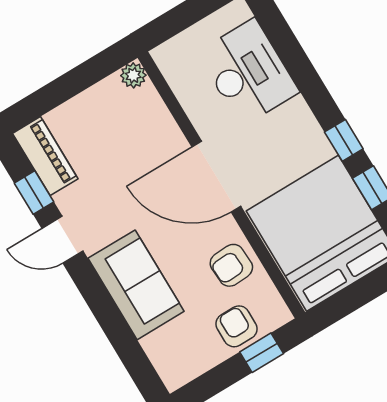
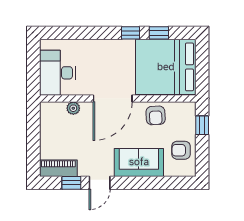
desk: (248, 72) -> (57, 73), moved, turned -90
plant: (133, 75) -> (73, 108), moved
armchair: (237, 326) -> (181, 150), moved

